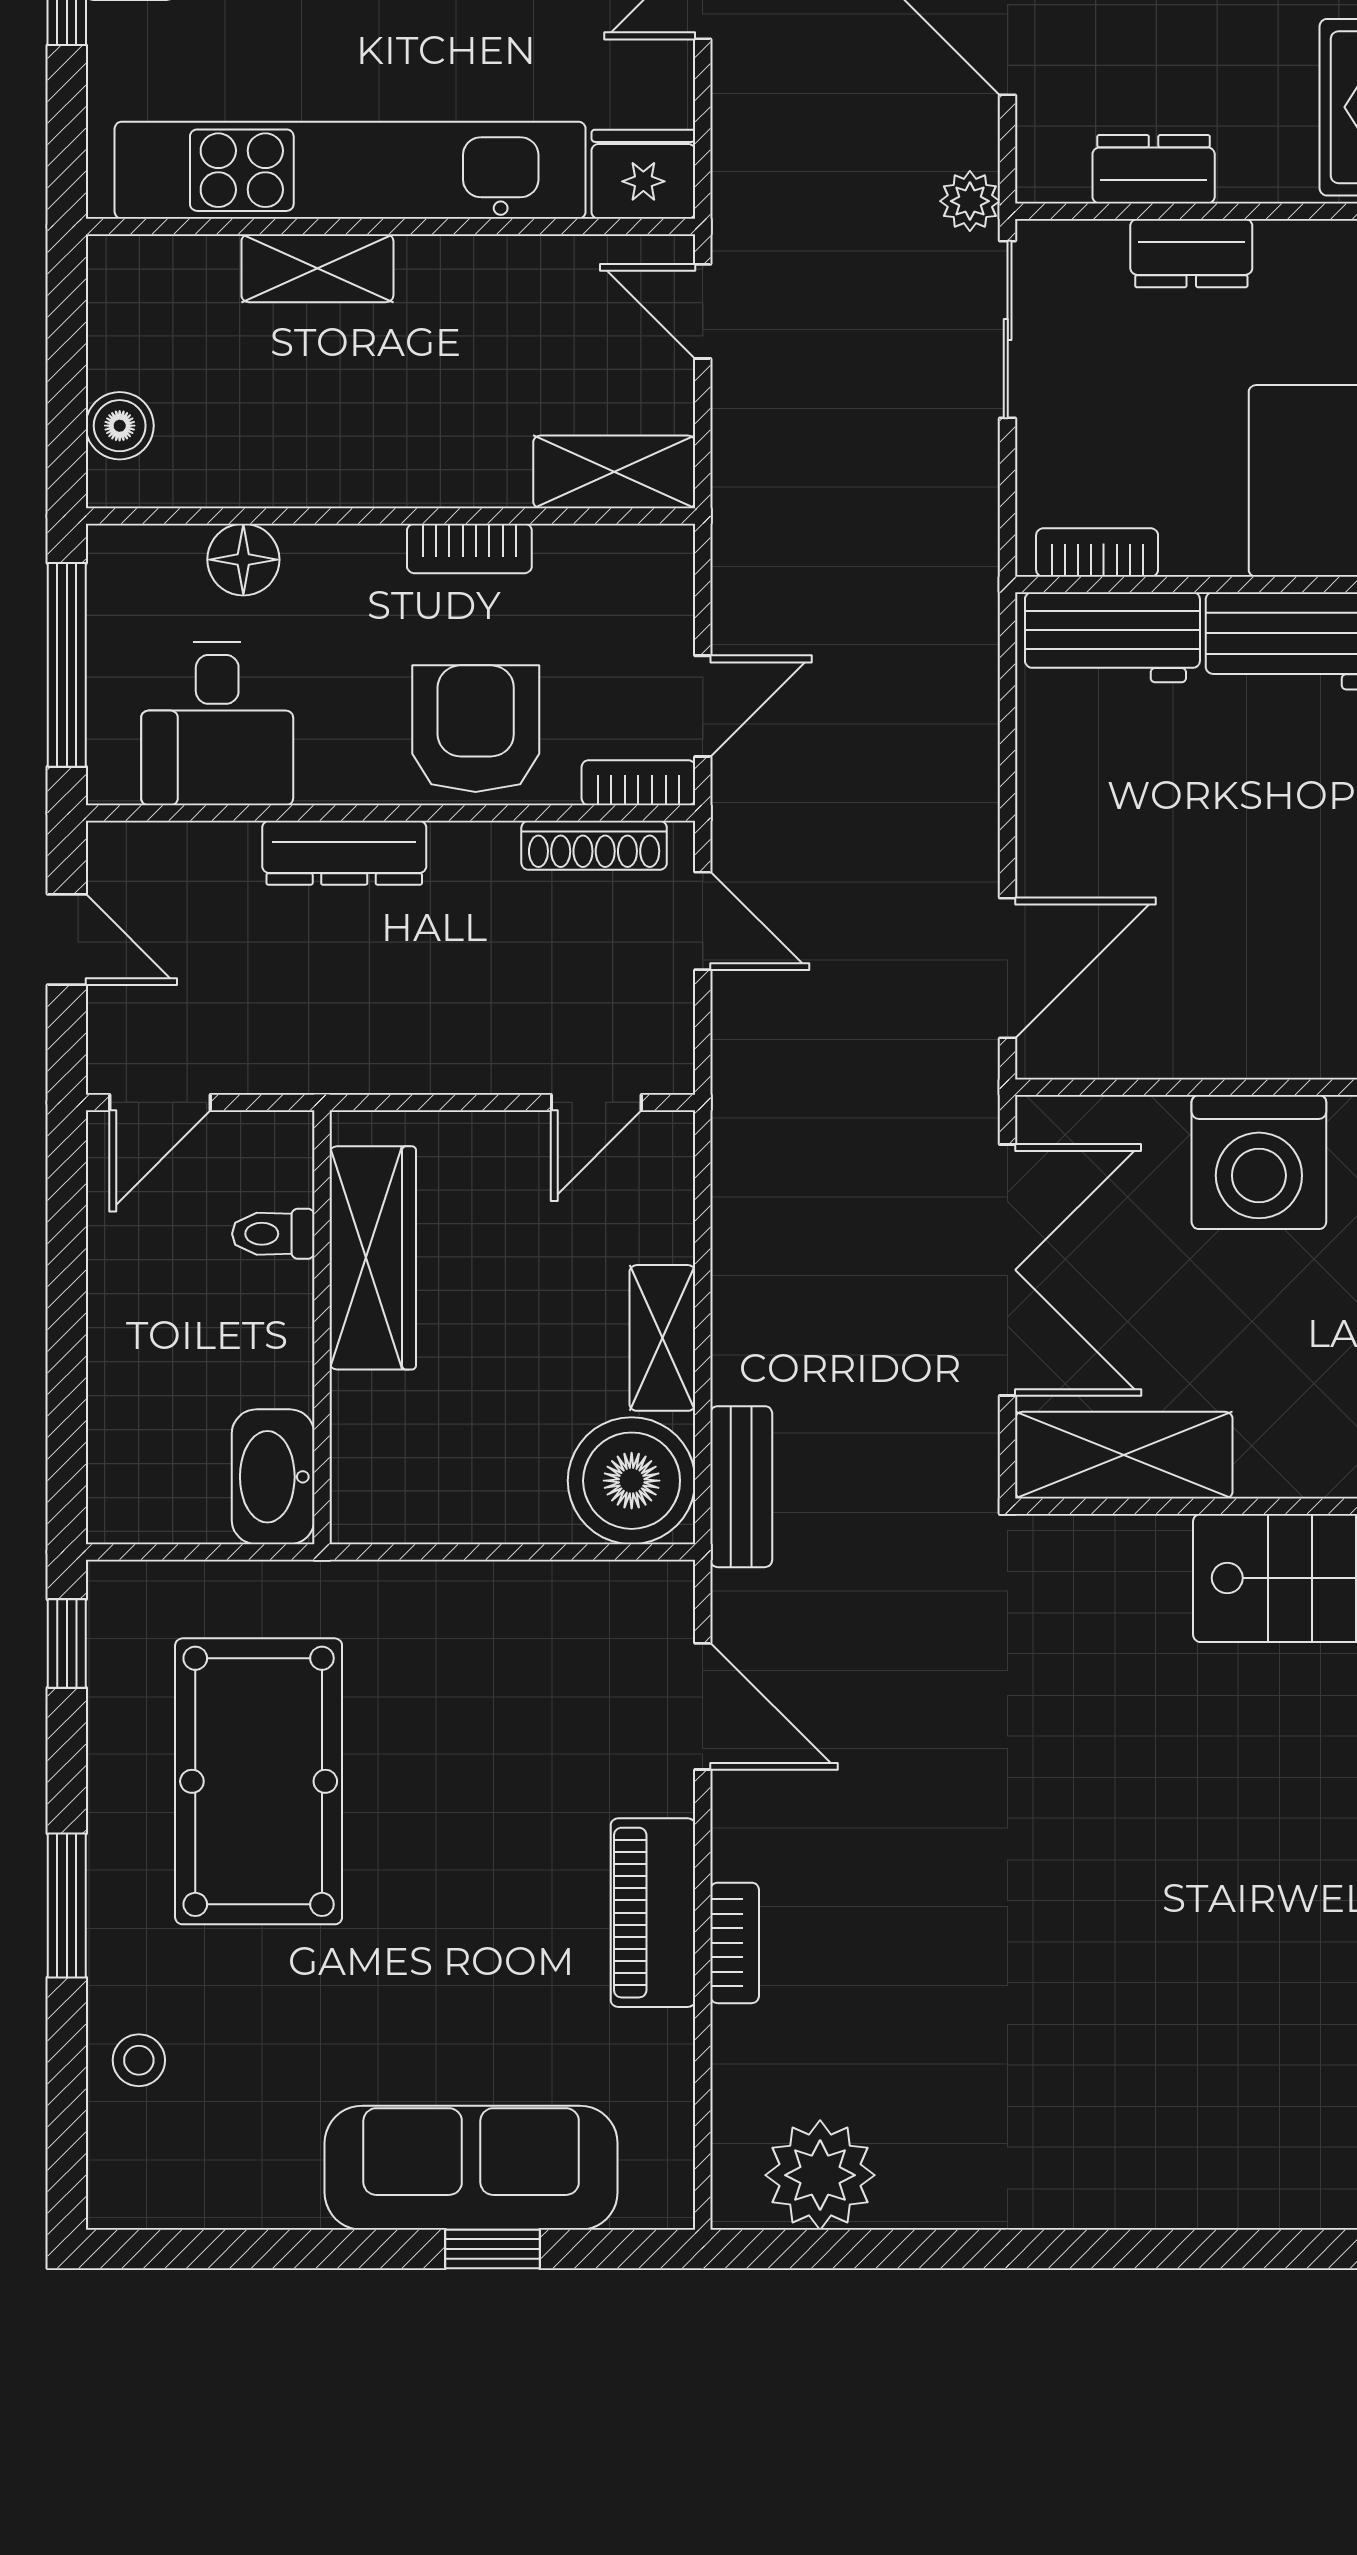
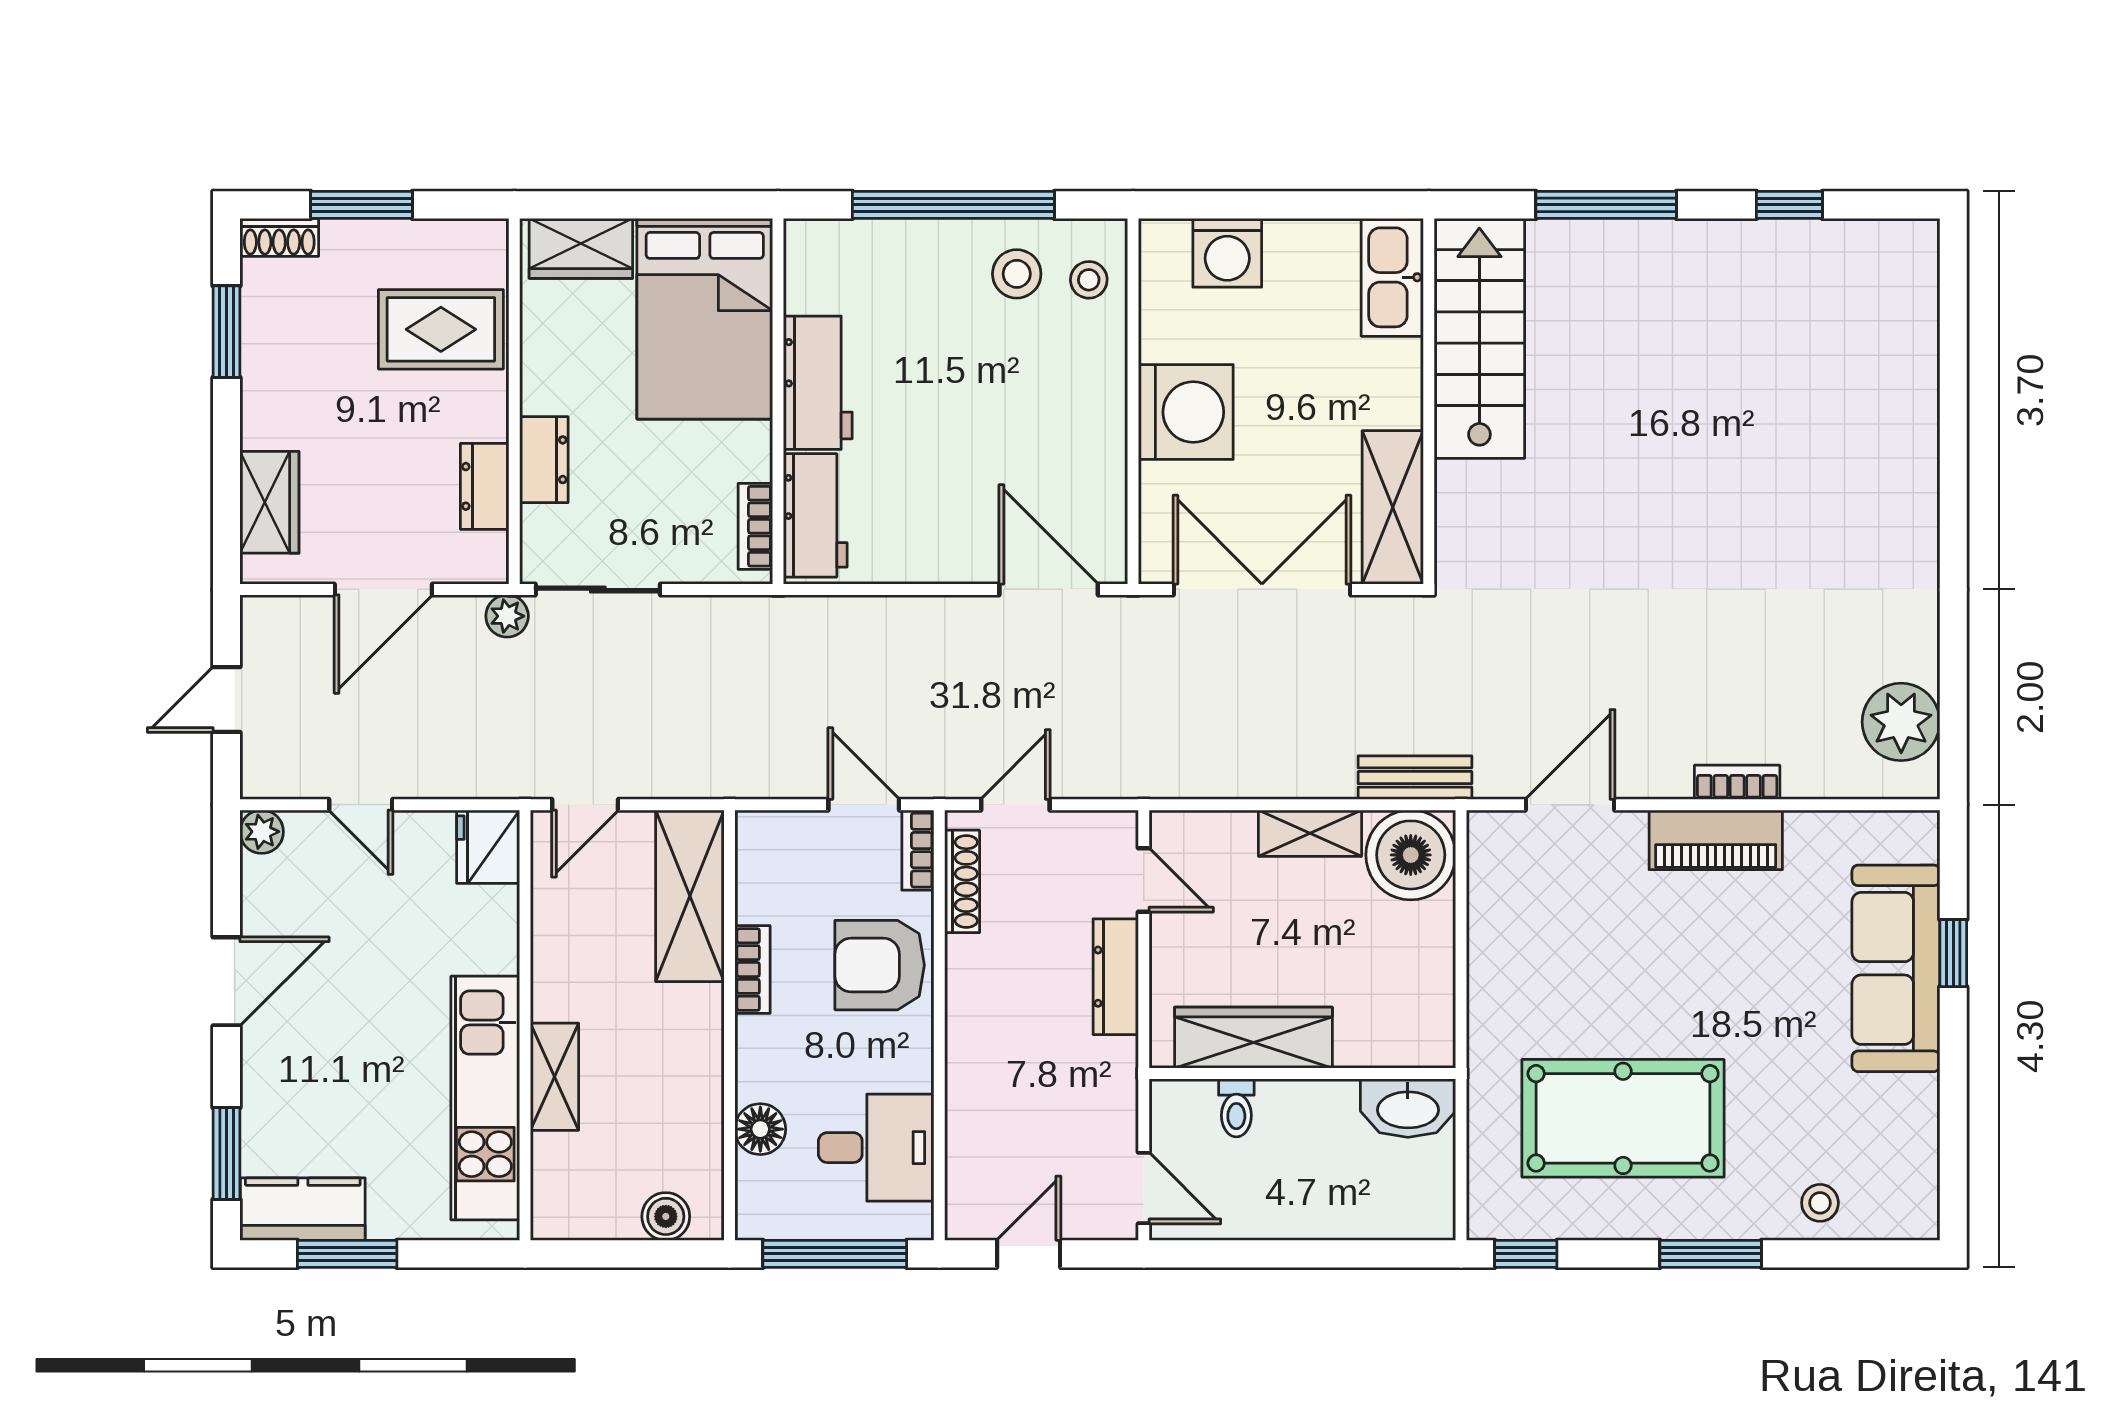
kitchen unit: (350, 170) -> (485, 1098), width x0.73
shelving: (614, 472) -> (690, 896), width x1.50, depth x1.33
dresser: (344, 853) -> (1116, 977), moved, turned 180

